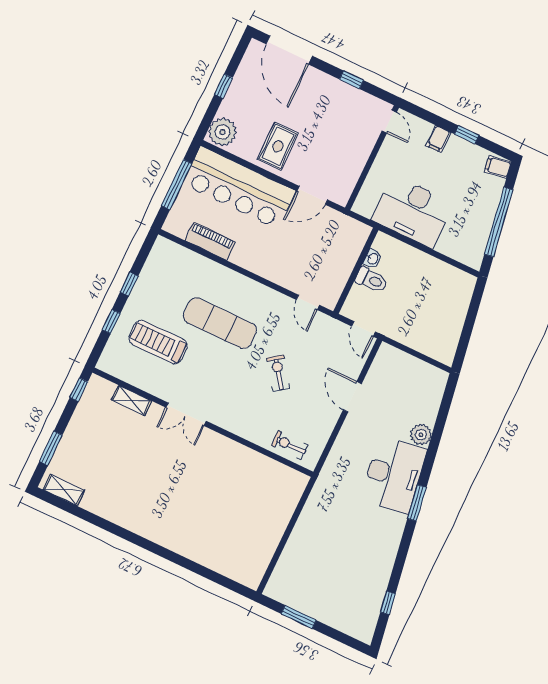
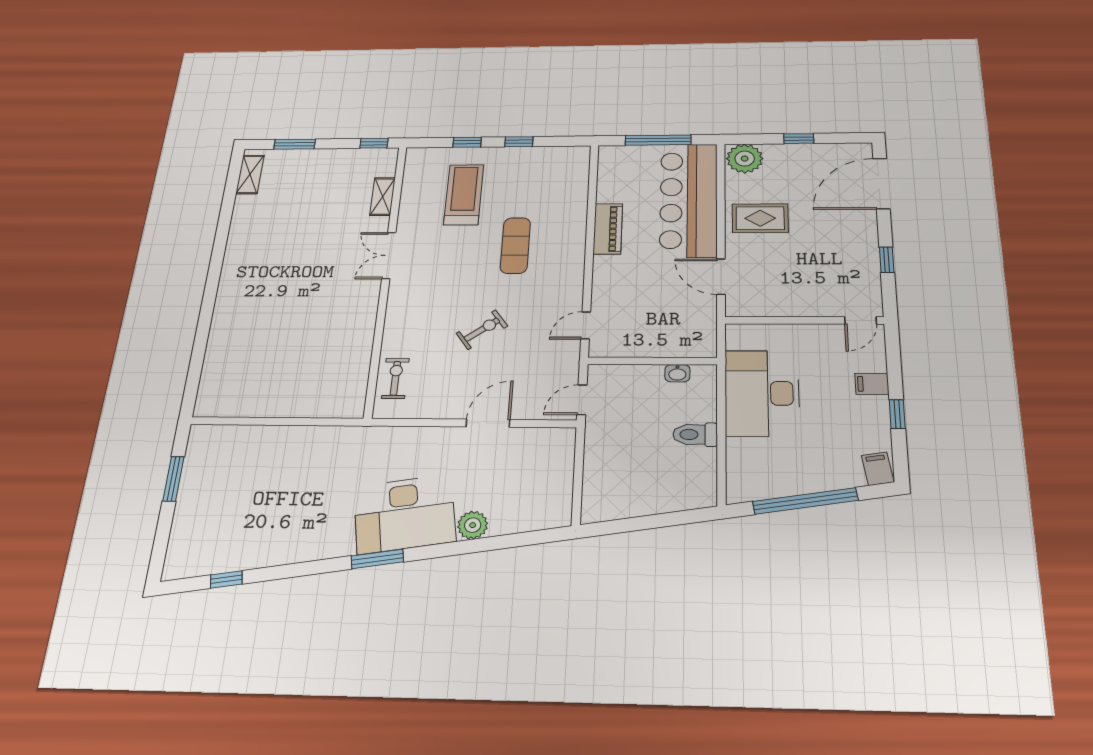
piano: (210, 241) -> (608, 229), moved
toilet: (372, 280) -> (695, 435), moved, turned 90
exercise mat: (220, 323) -> (515, 245), width x0.73, depth x0.69

